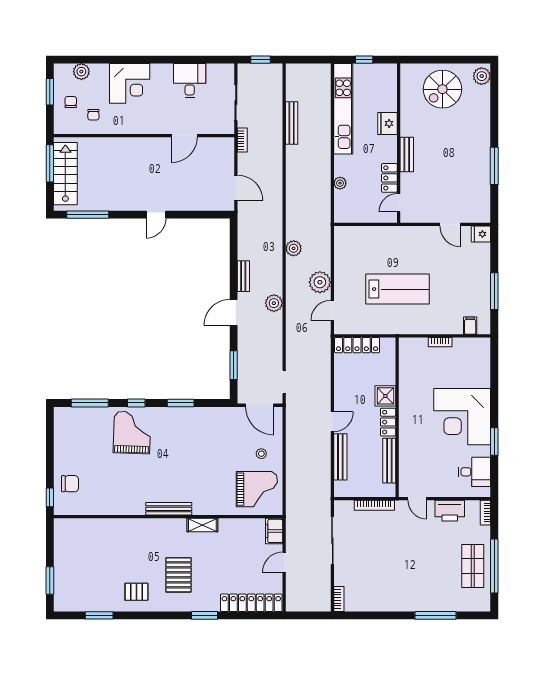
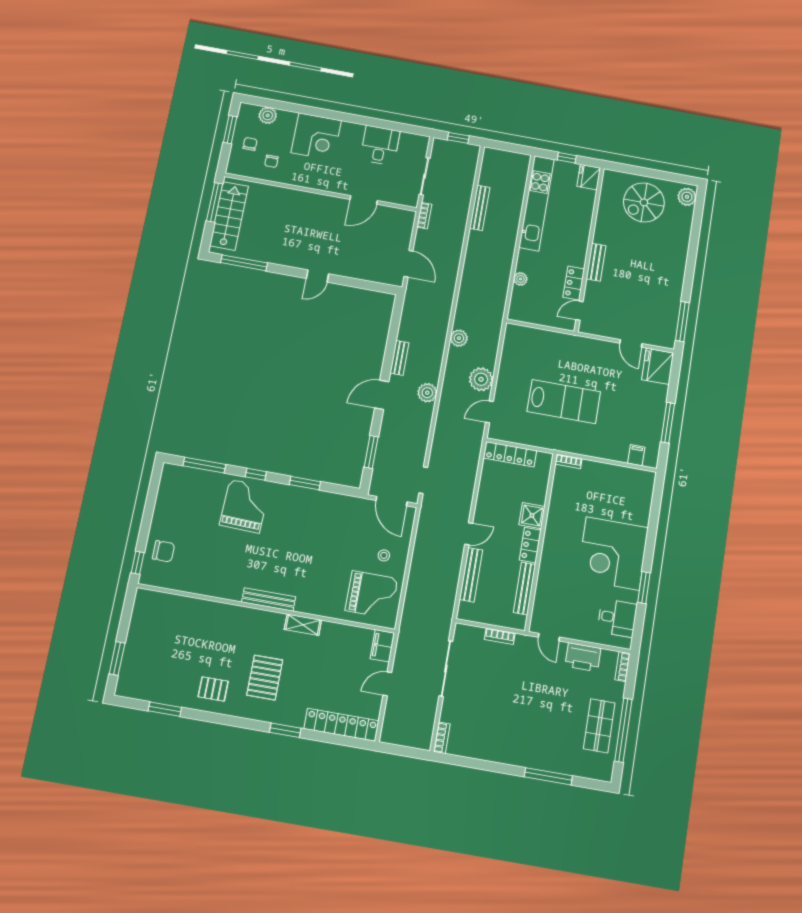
fridge: (388, 123) -> (589, 177), moved
window: (494, 166) -> (682, 322), moved
fridge: (481, 234) -> (658, 366), width x1.88, depth x1.34
bookcase: (440, 342) -> (568, 461), moved
bookcase: (374, 505) -> (500, 636), width x0.64

